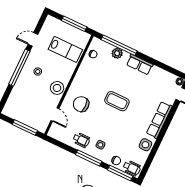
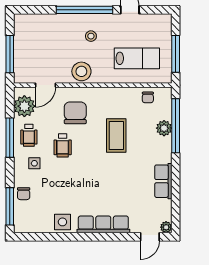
lab bench: (65, 49) -> (137, 58), turned -90
row of seats: (140, 65) -> (163, 181), moved
coffee table: (117, 101) -> (116, 135), moved
plant: (62, 134) -> (24, 106), added
window: (89, 158) -> (10, 138), moved
wheelchair: (132, 168) -> (63, 145), moved

